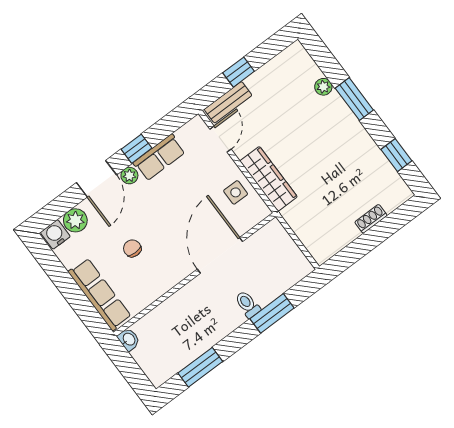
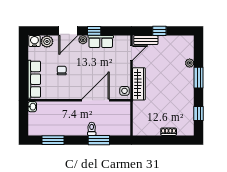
side table: (236, 192) -> (124, 91), moved

